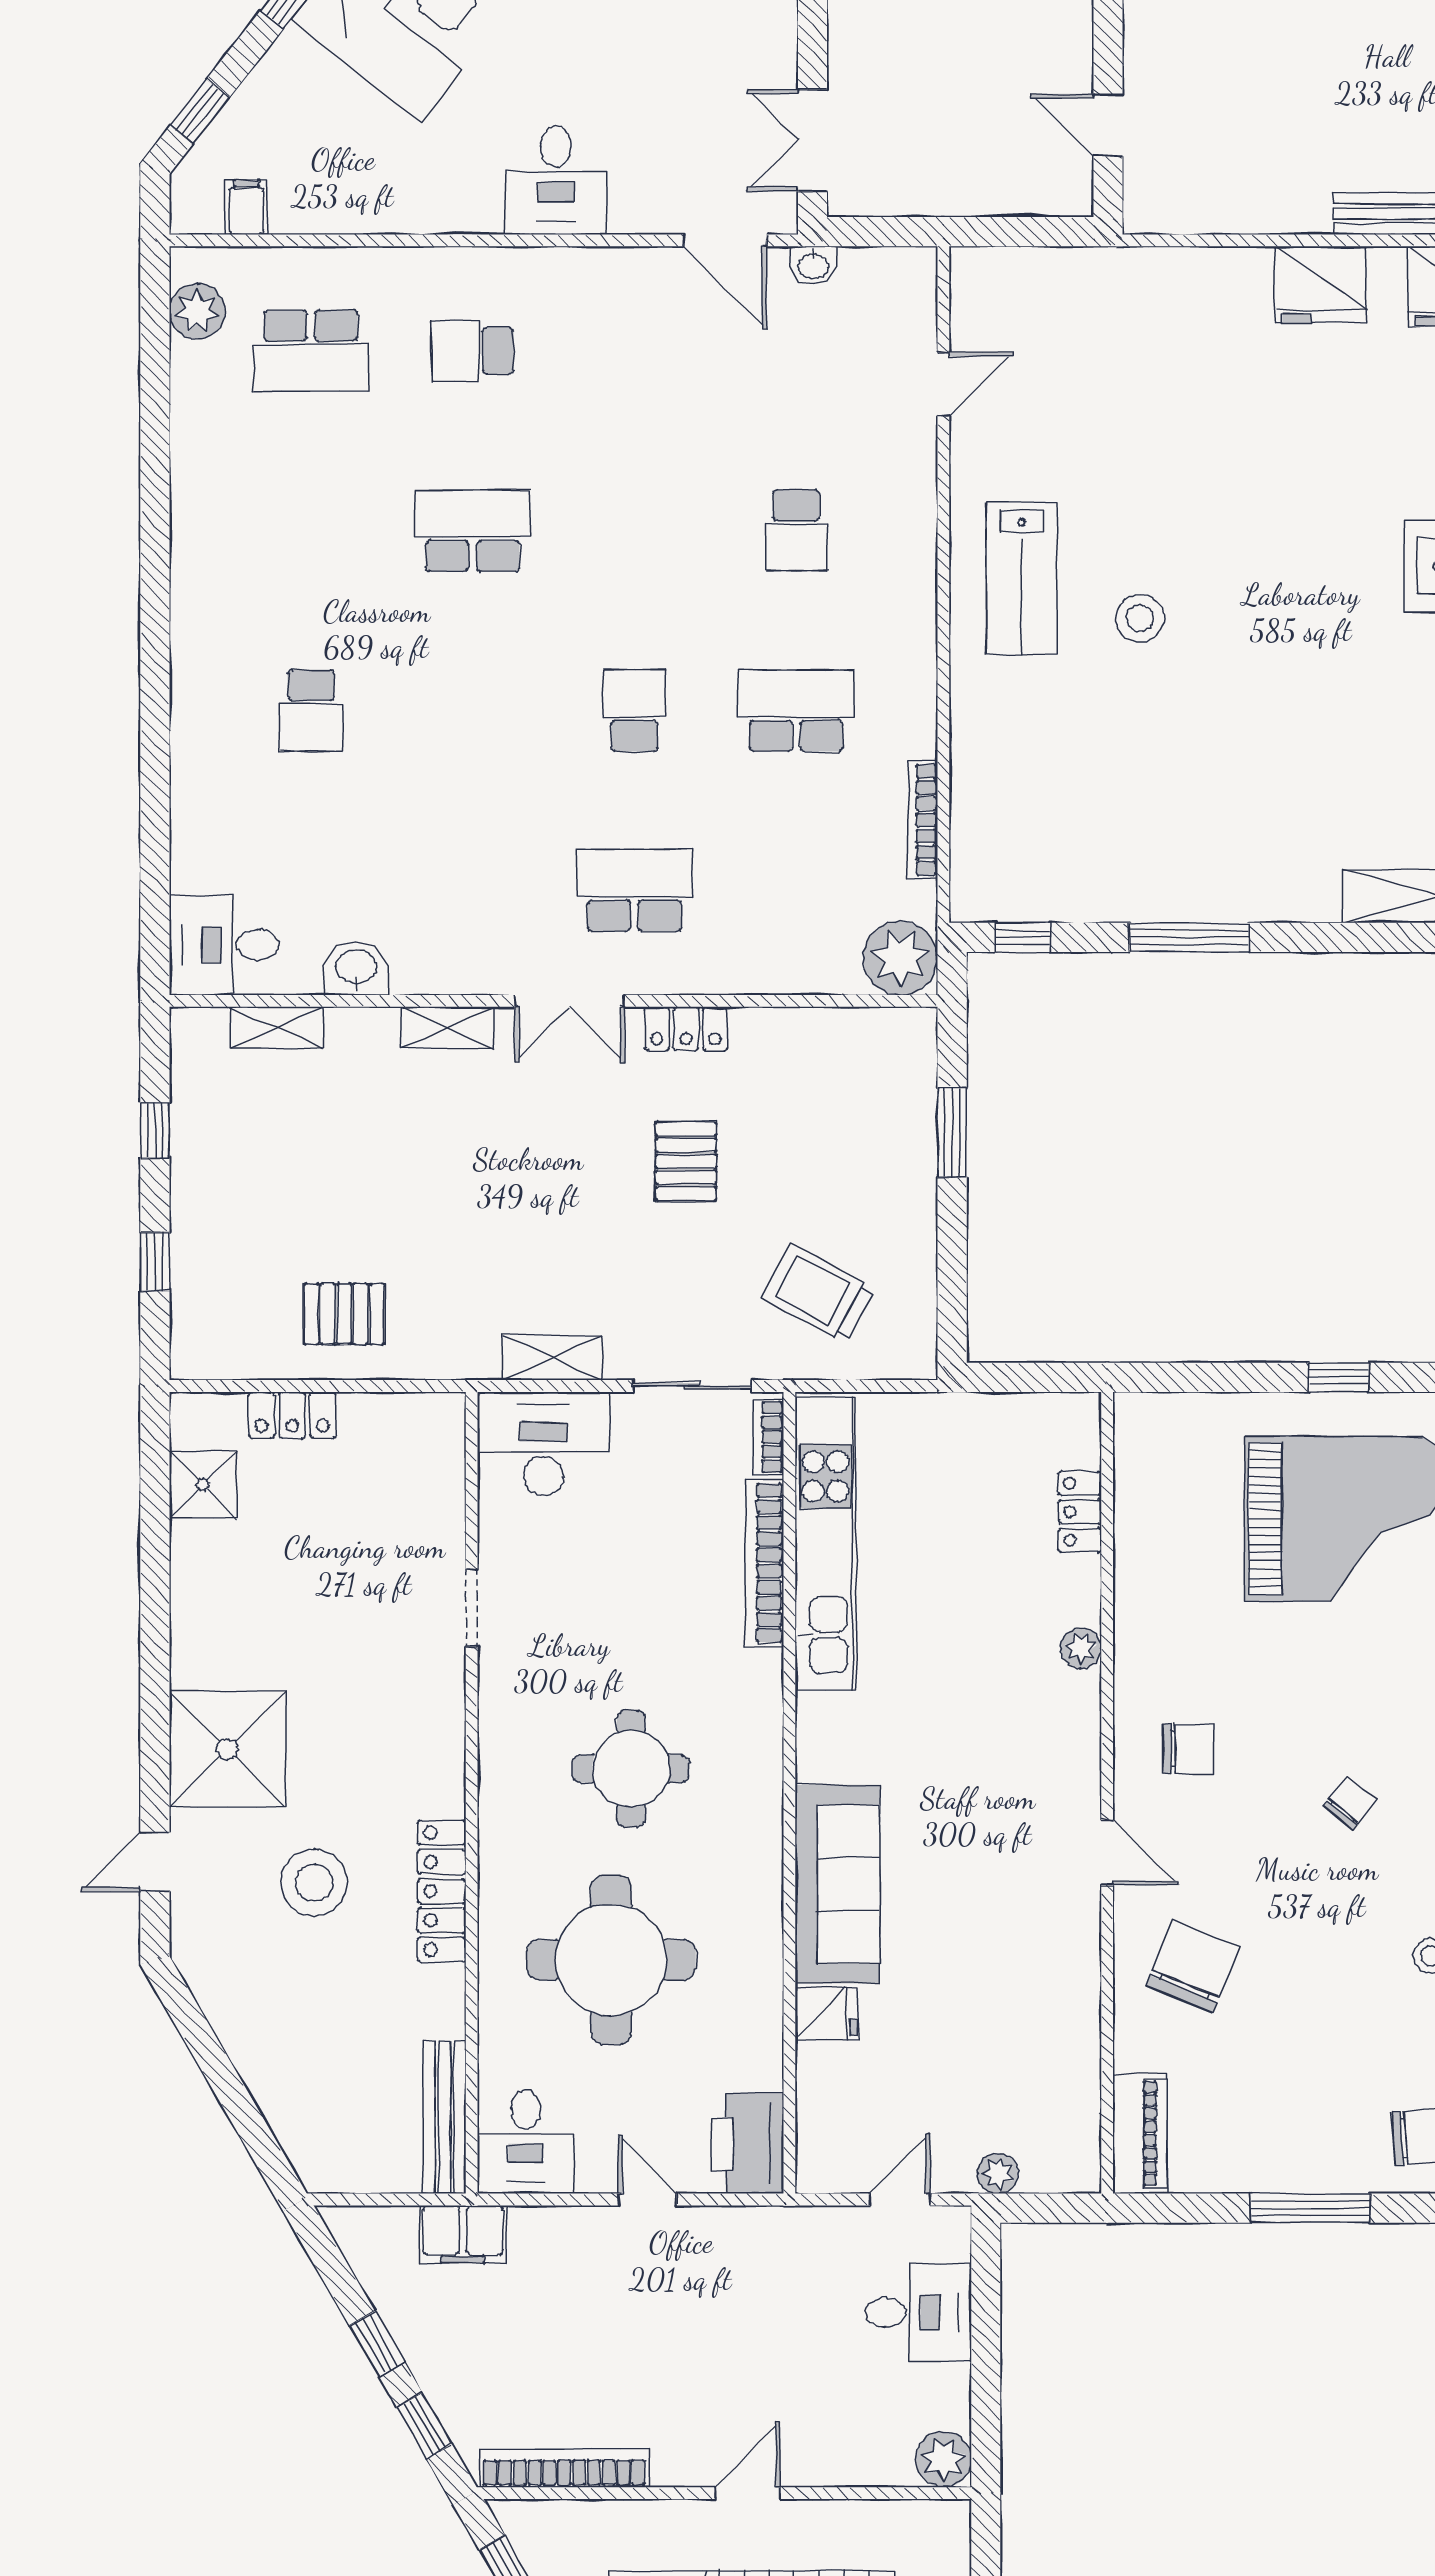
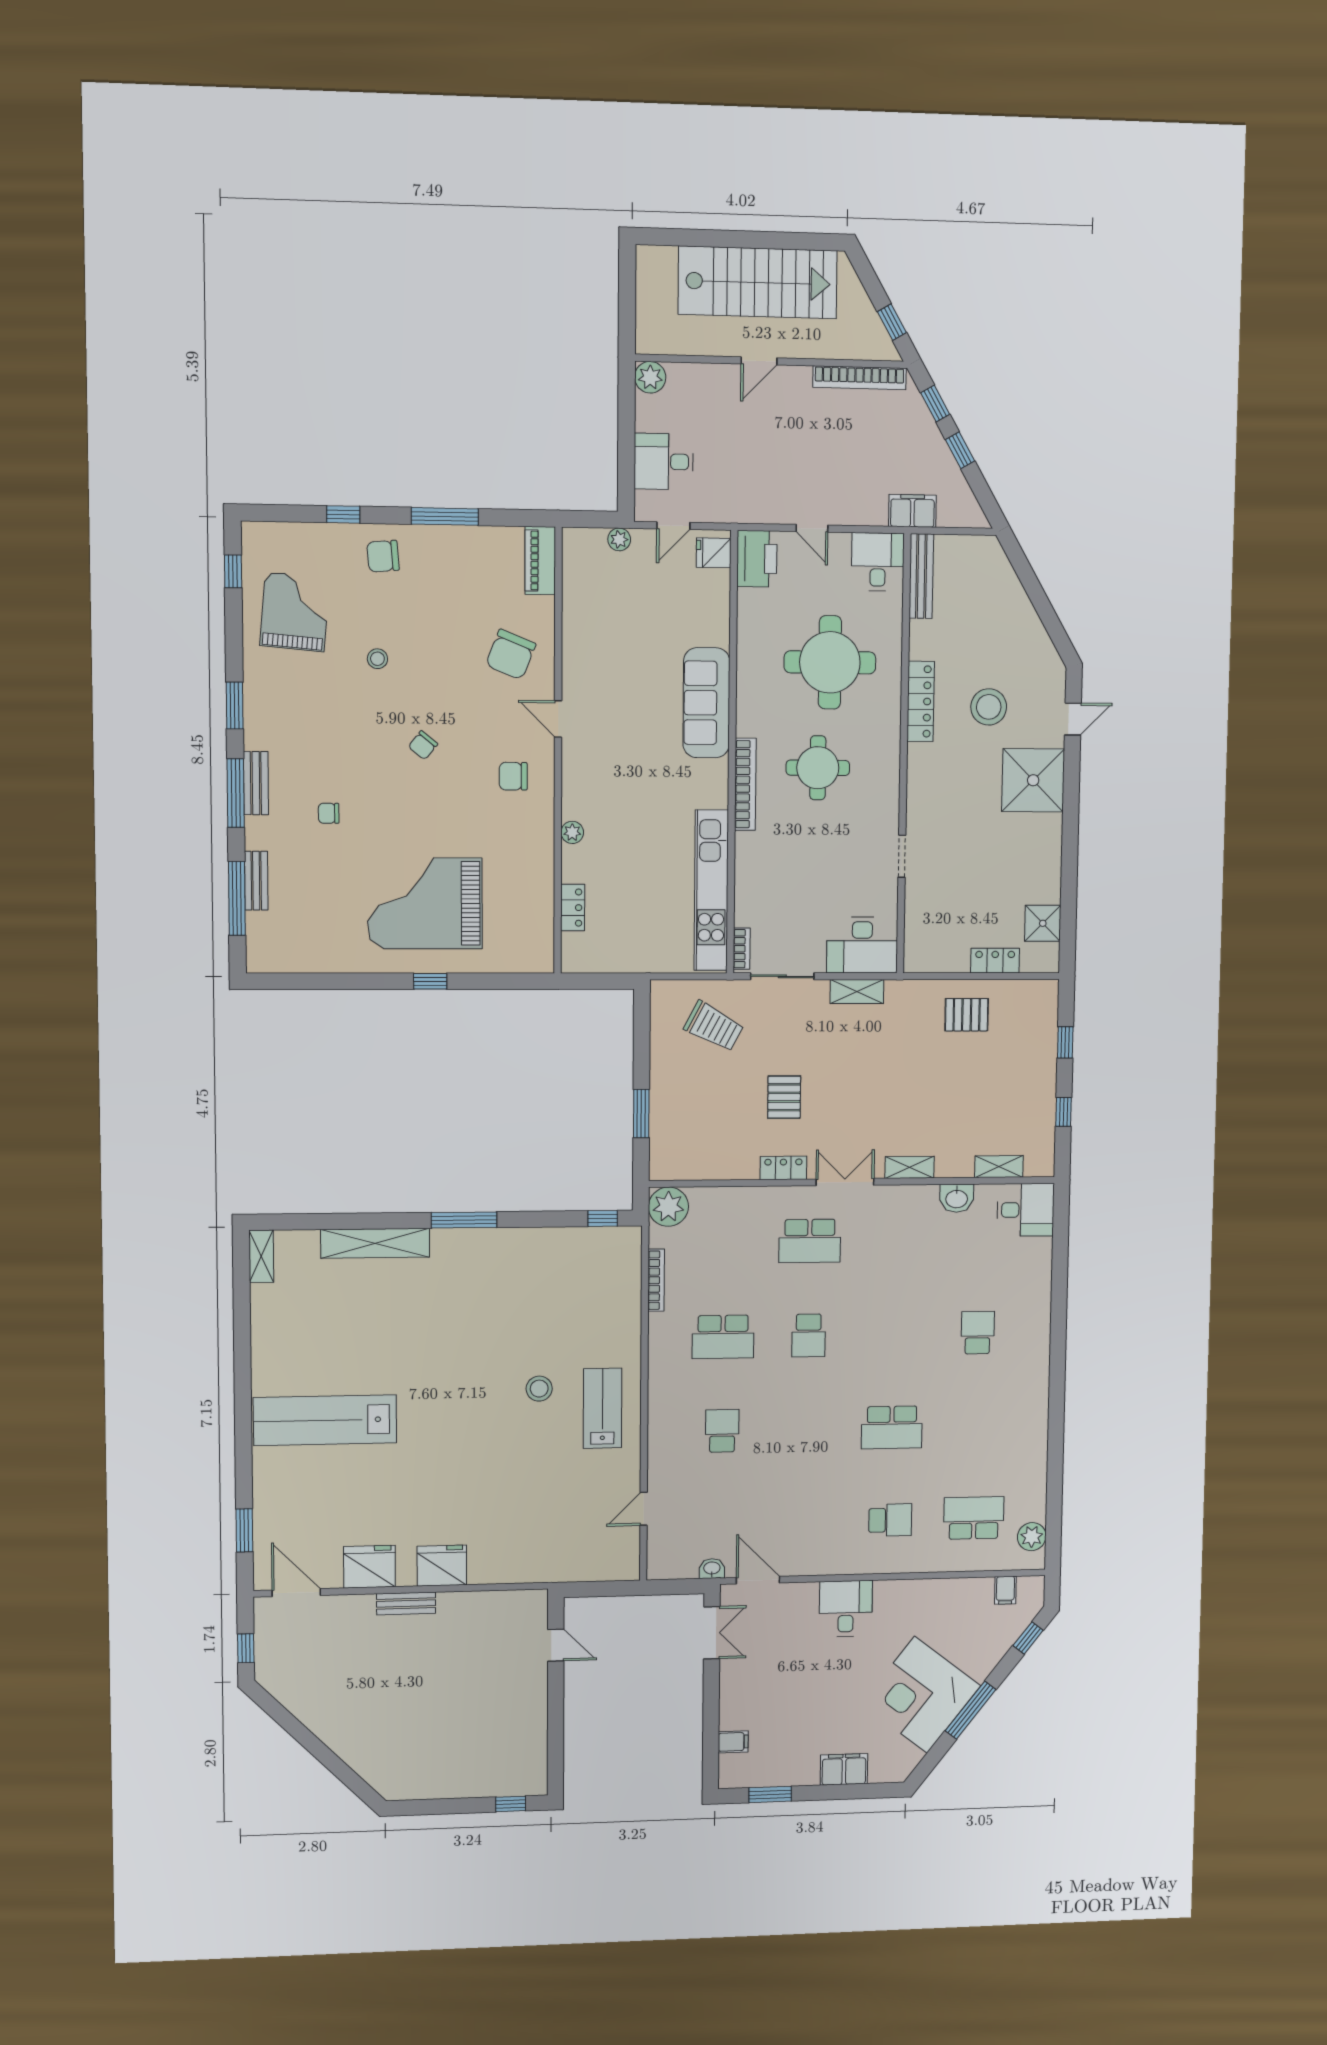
window: (1189, 937) -> (464, 1220), moved
bookcase: (765, 1563) -> (745, 784), moved
fridge: (827, 2014) -> (714, 553), moved

